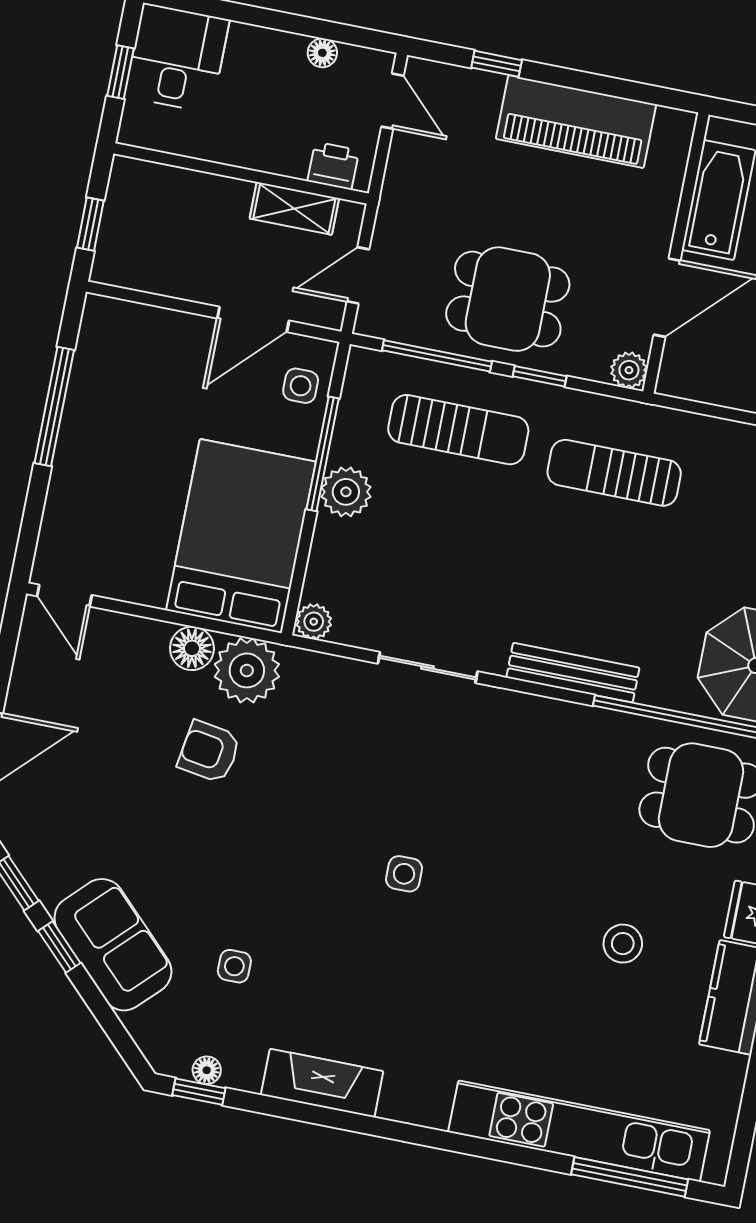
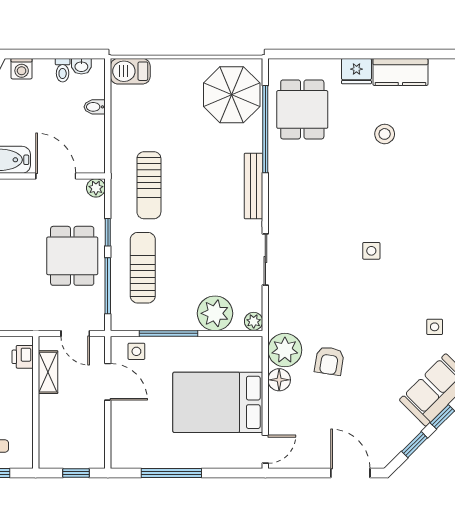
plant: (346, 492) -> (215, 313), moved, width x1.36, depth x1.36
bed: (241, 536) -> (218, 402), moved

